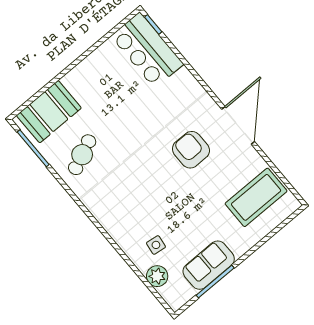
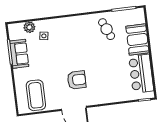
bar counter: (147, 50) -> (141, 74), moved, turned -90
booth: (49, 112) -> (137, 40), moved

